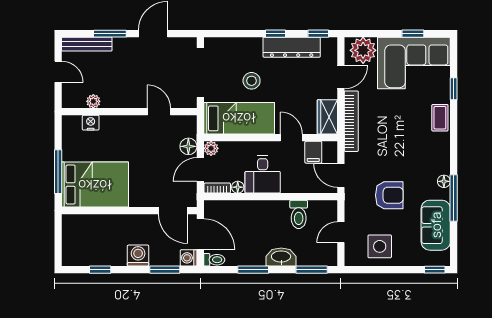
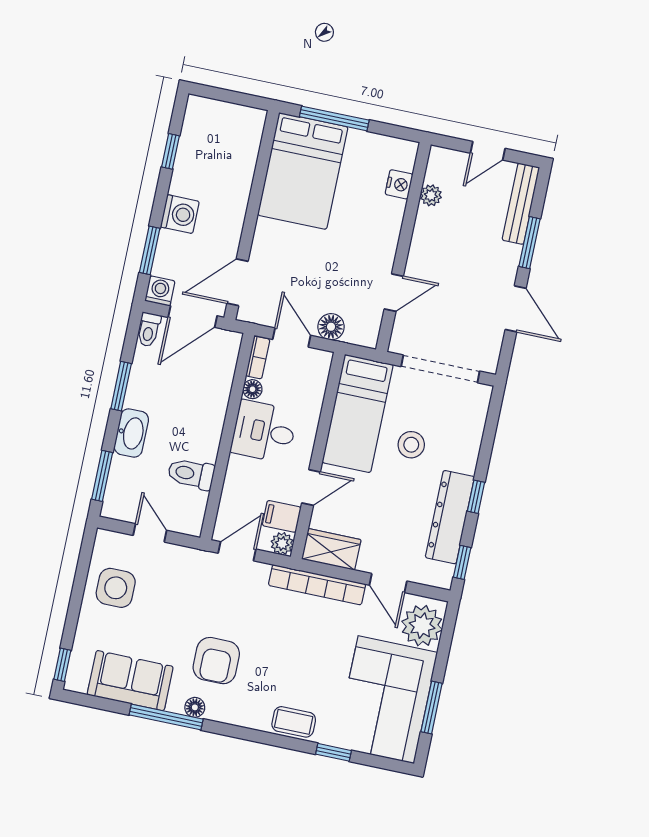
window: (413, 34) -> (432, 708), width x1.50
plant: (211, 148) -> (282, 544), moved
armchair: (389, 195) -> (216, 661), moved

